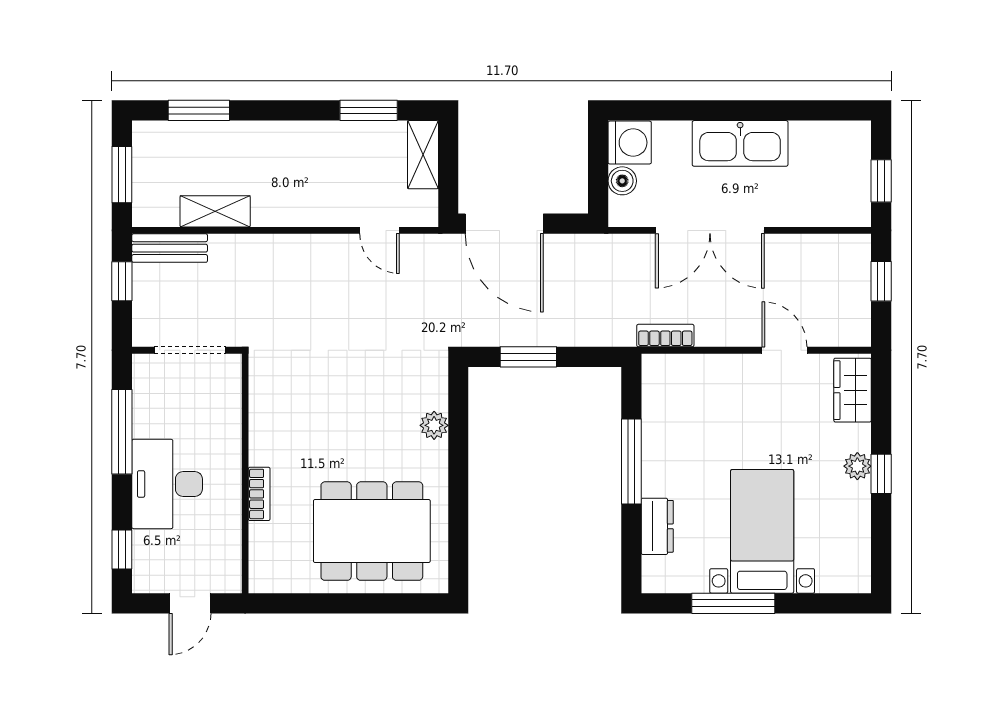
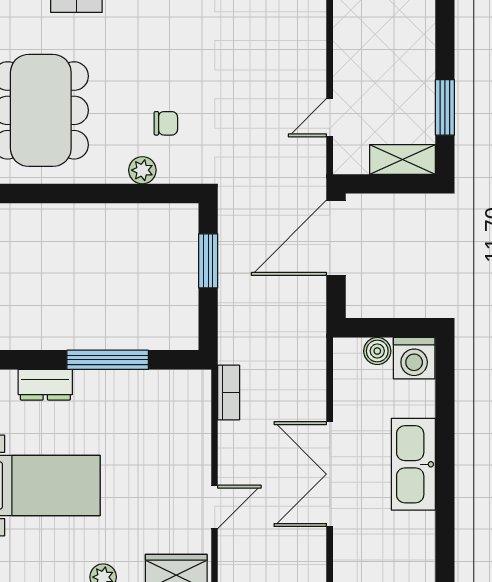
double door: (710, 230) -> (330, 474), moved
chair: (385, 401) -> (166, 123), added

